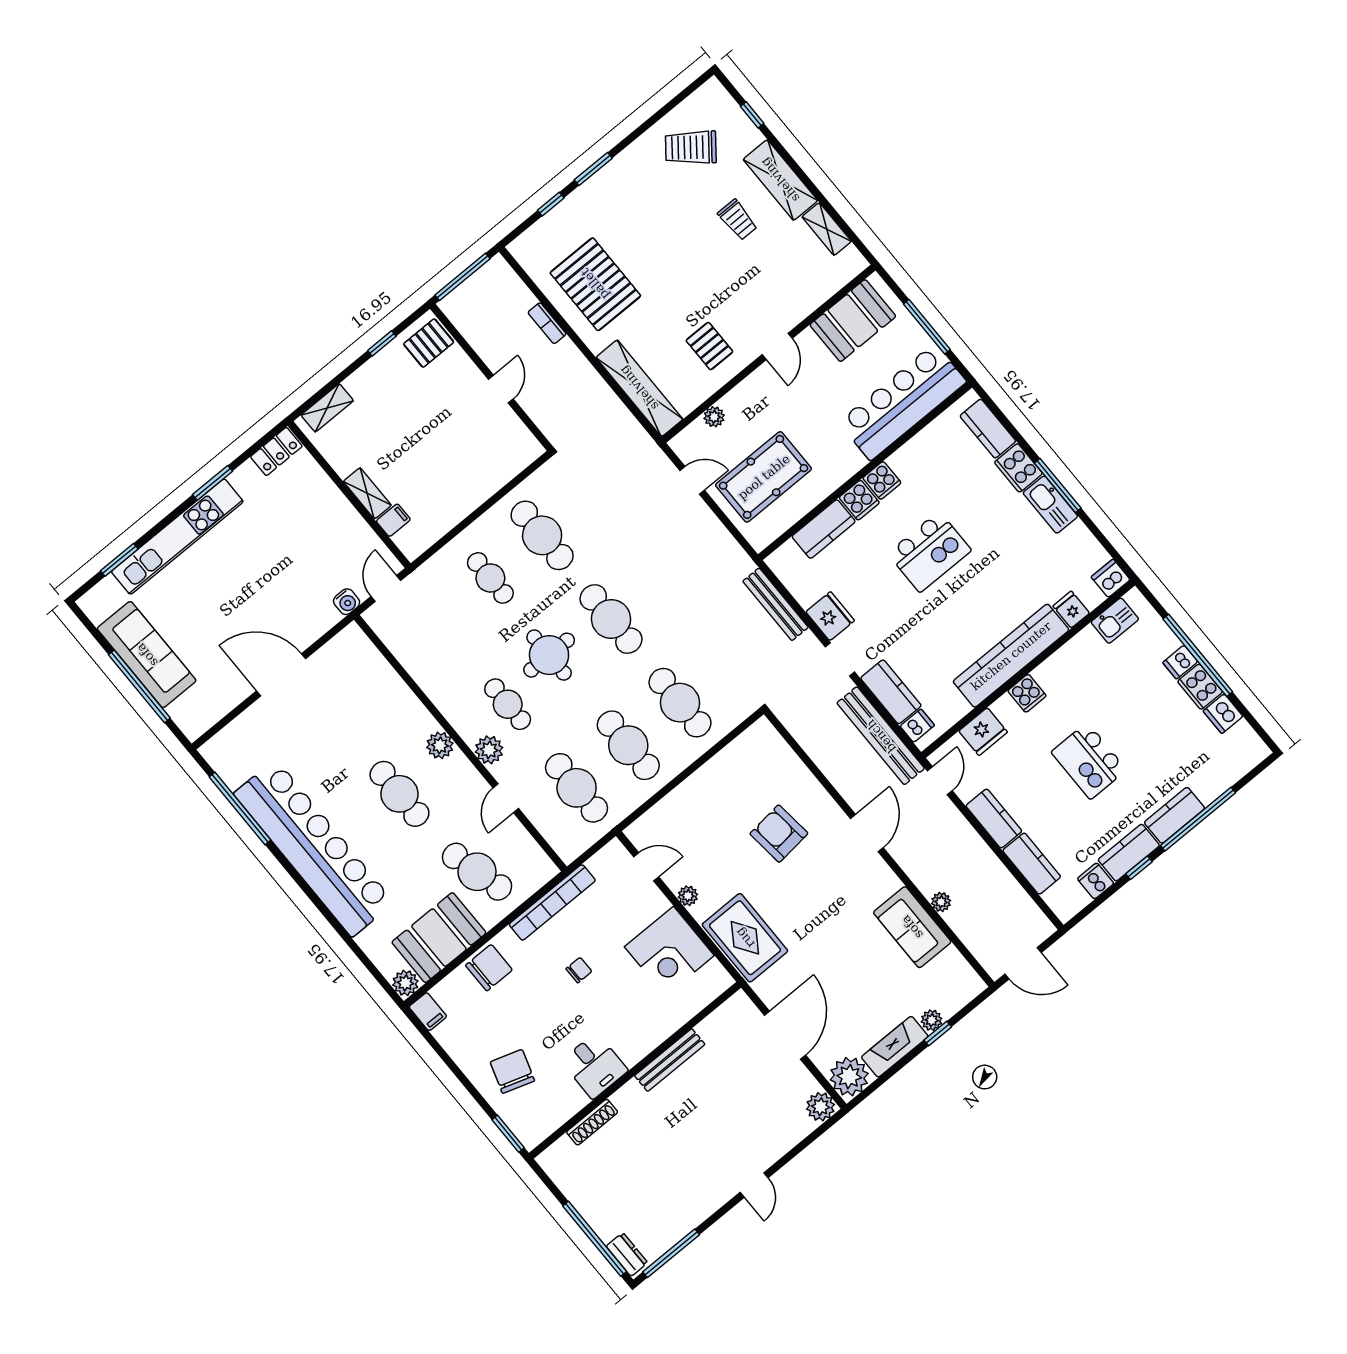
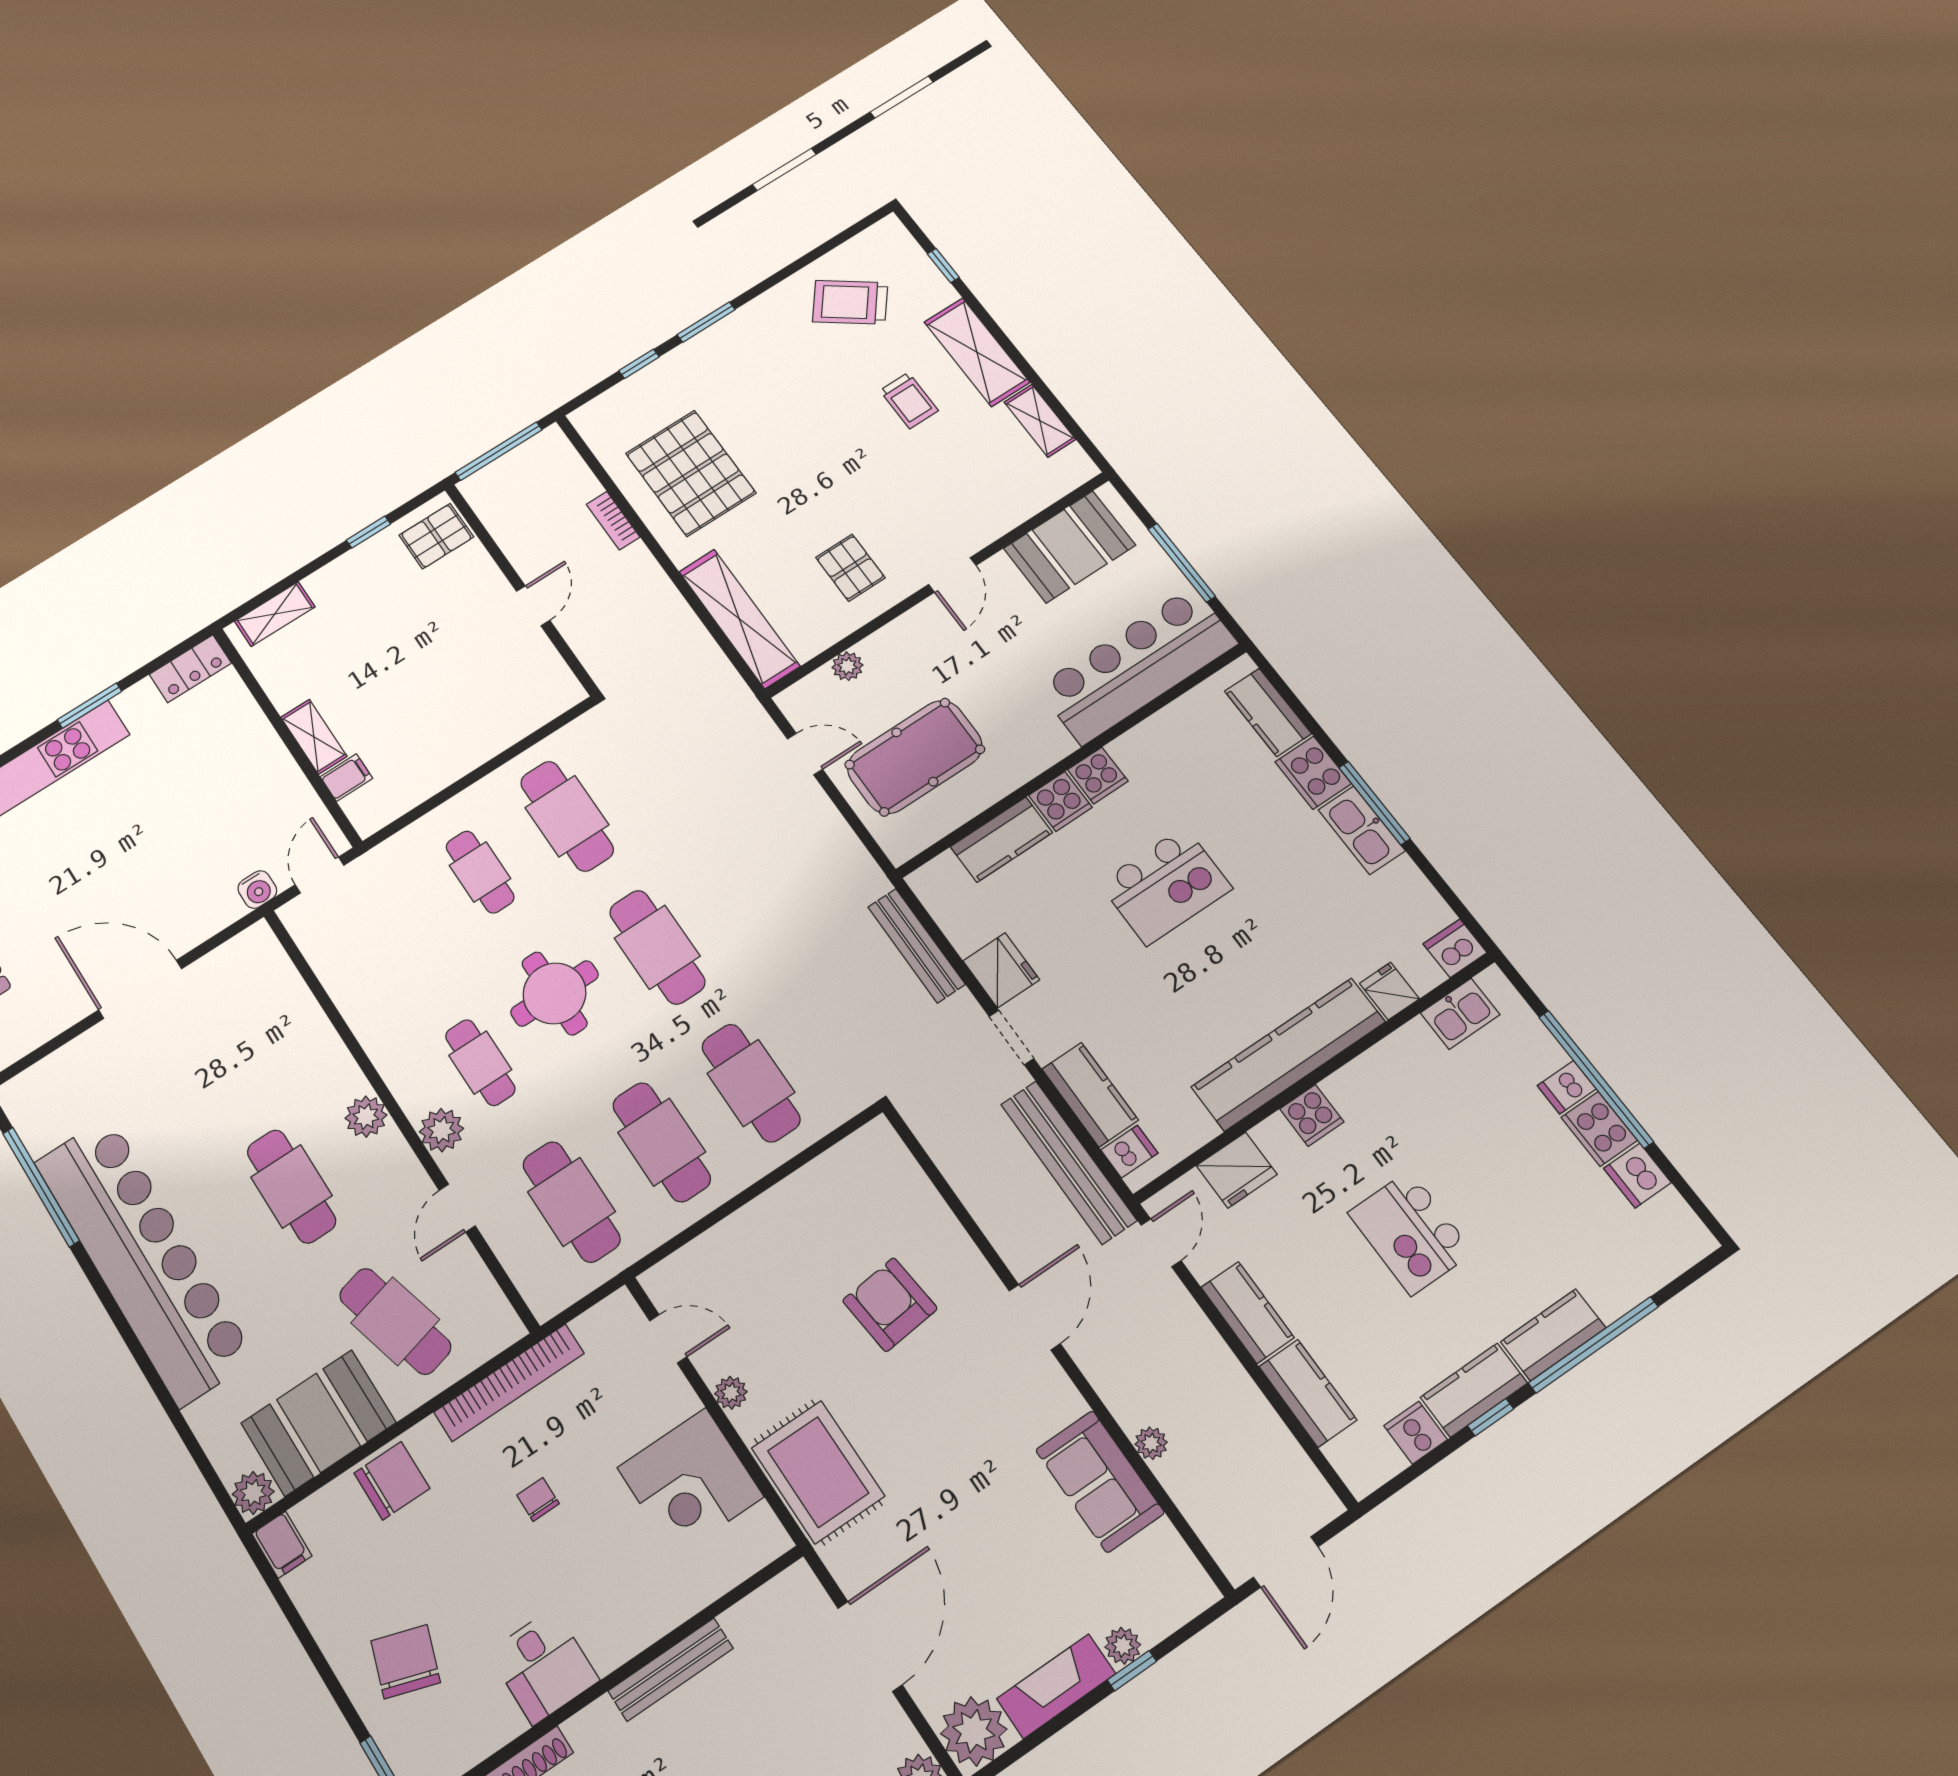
door: (1023, 963) -> (1286, 1562), hinge flipped
chair: (579, 970) -> (538, 1499), turned -90

